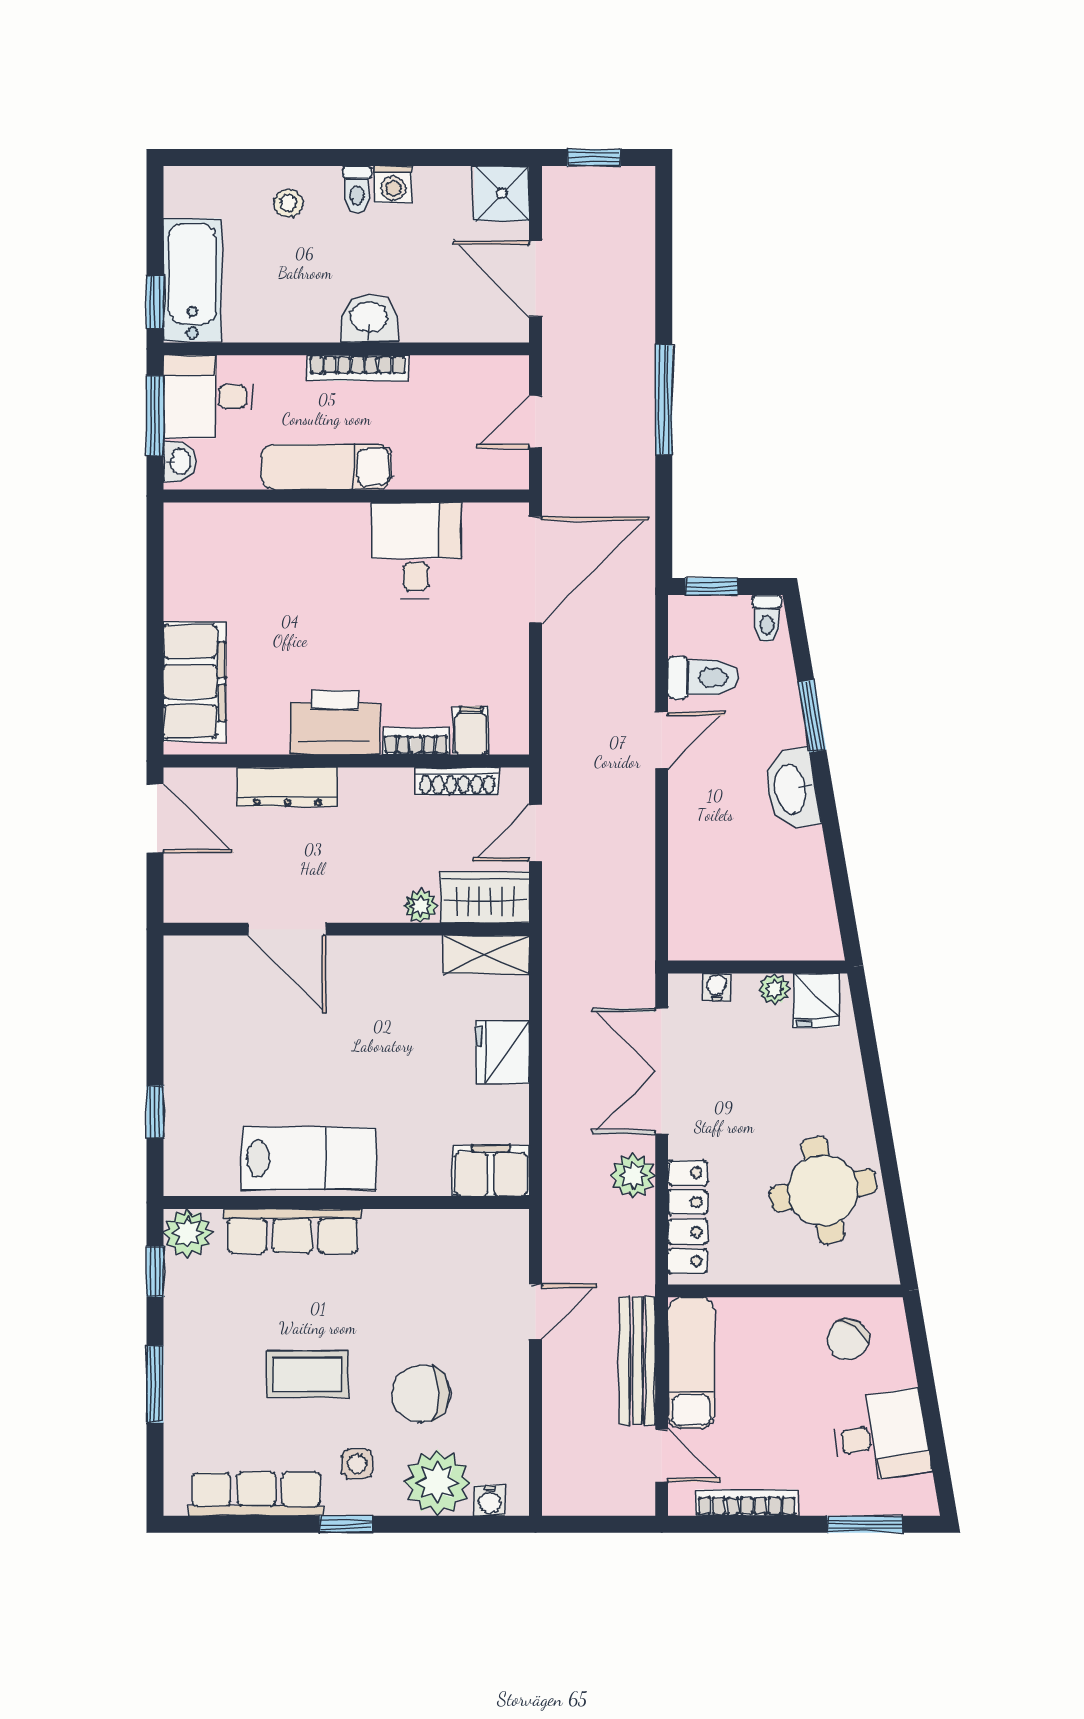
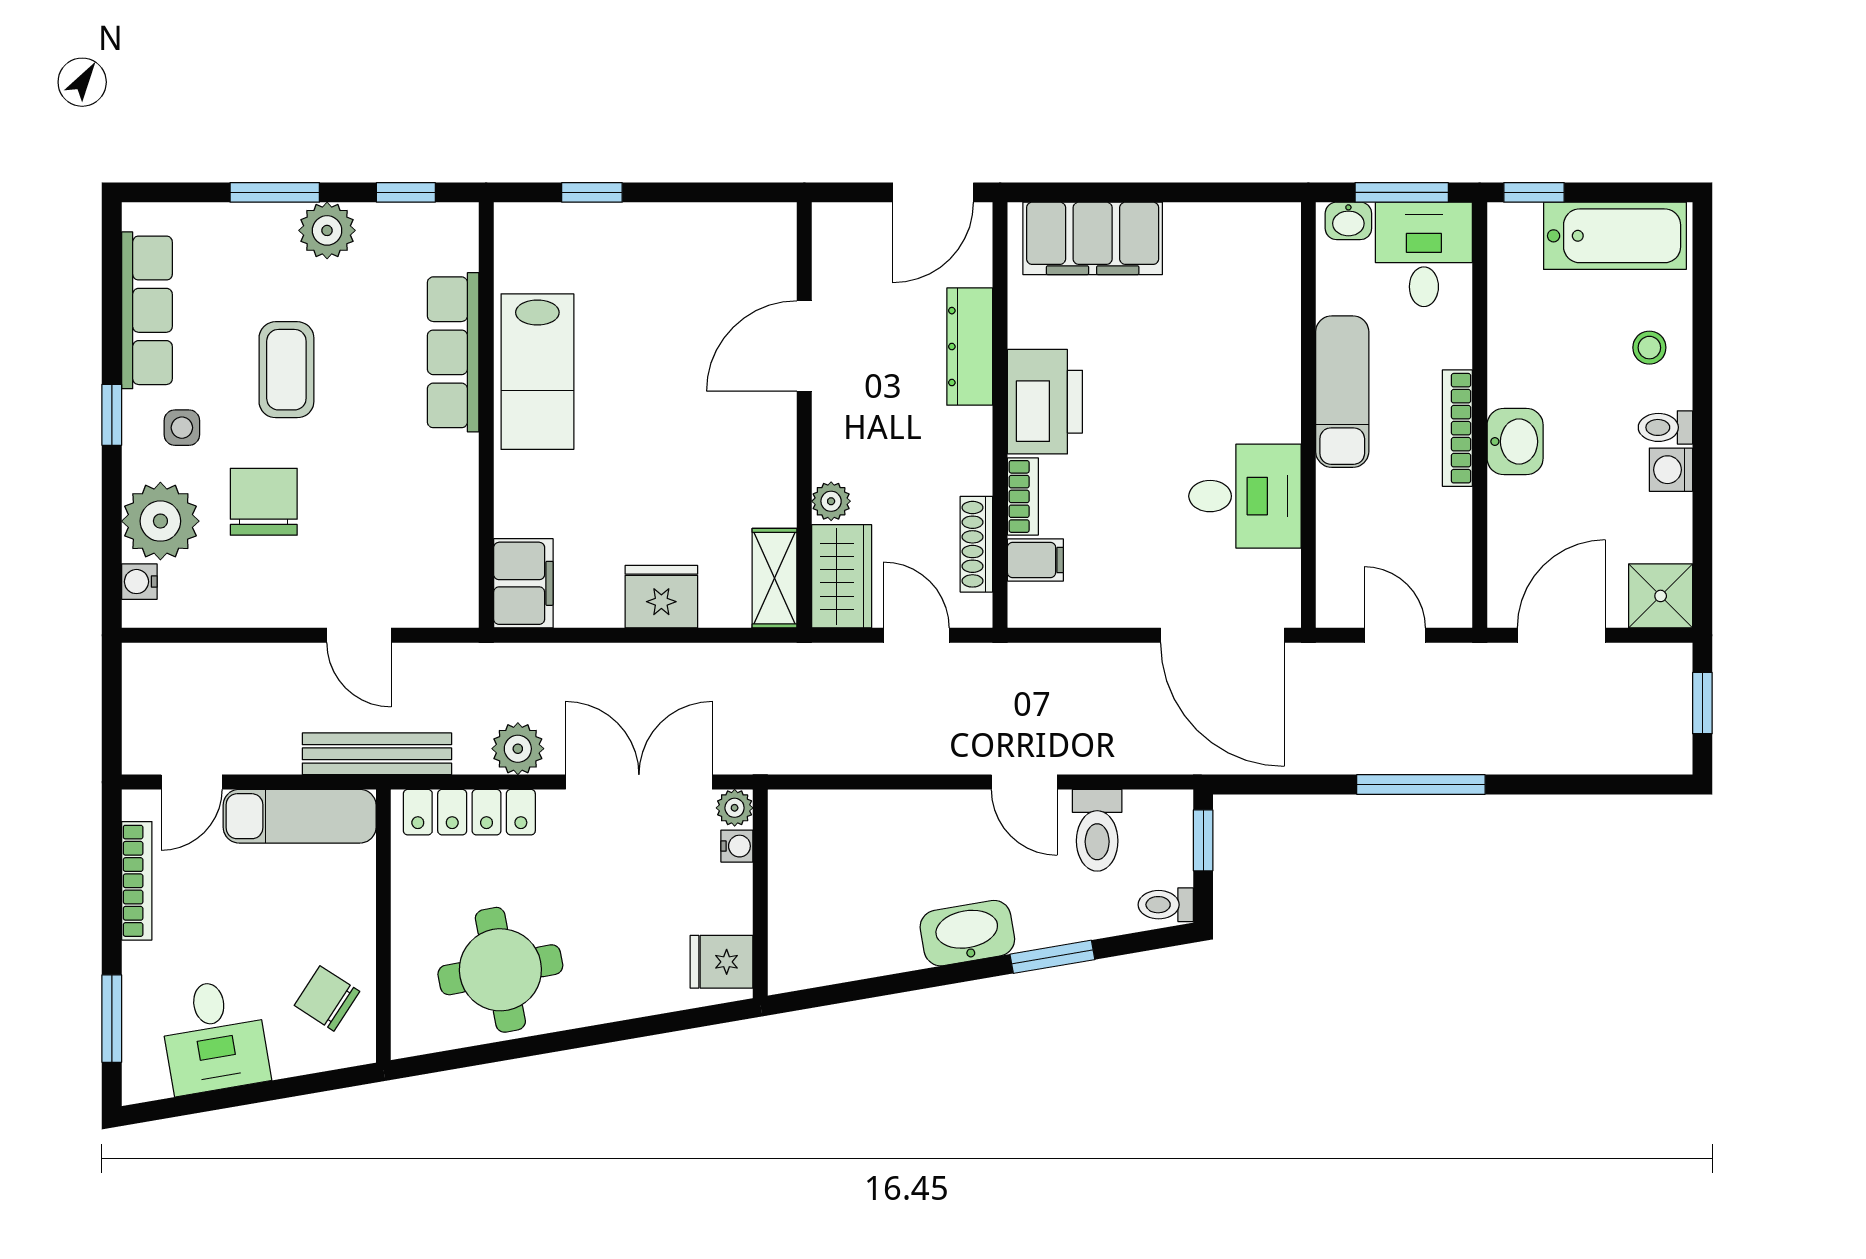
bathtub: (192, 280) -> (1615, 236), moved
plant: (774, 989) -> (735, 808), moved
plant: (188, 1233) -> (327, 230), moved
bench: (637, 1361) -> (377, 754), moved

